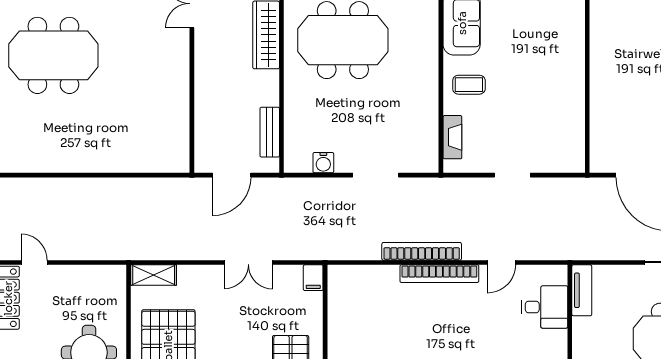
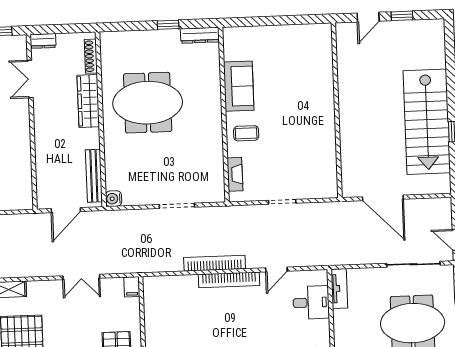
bench: (270, 132) -> (94, 176), width x1.36
water cooler: (323, 163) -> (113, 199), moved, turned 90

